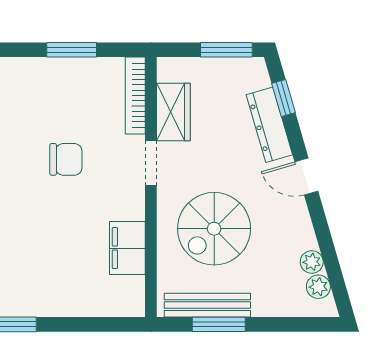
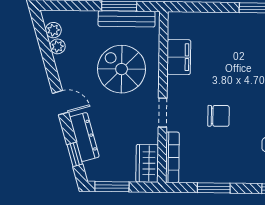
wardrobe: (173, 112) -> (147, 163), moved
chair: (66, 159) -> (218, 116), turned 180
spiral stairs: (214, 229) -> (122, 69), turned -90

